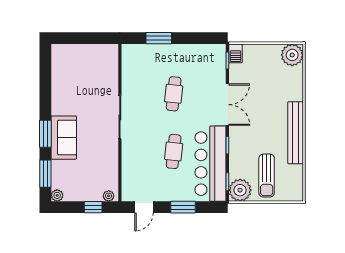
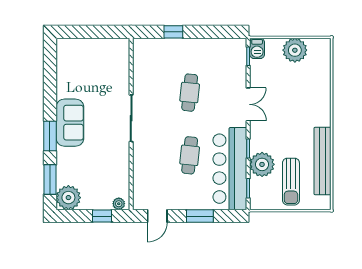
window: (159, 38) -> (173, 32), width x0.67
plant: (292, 55) -> (295, 50), moved
double door: (227, 105) -> (248, 104), width x0.73
bench: (296, 133) -> (322, 161), moved
sofa: (64, 138) -> (70, 123), moved
plant: (240, 190) -> (262, 164), moved
plant: (57, 195) -> (68, 198), width x1.88, depth x1.88

